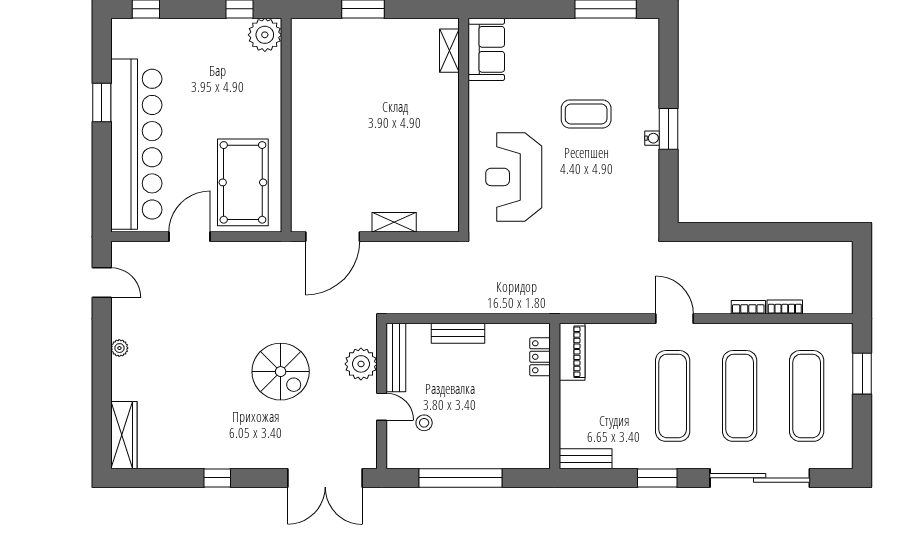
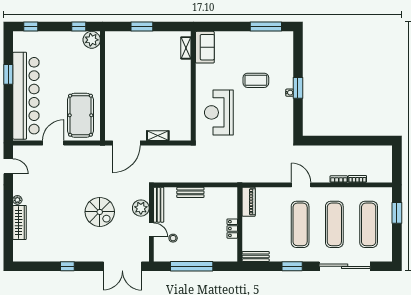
locker: (540, 357) -> (232, 229), moved
wardrobe: (124, 435) -> (20, 222), moved

